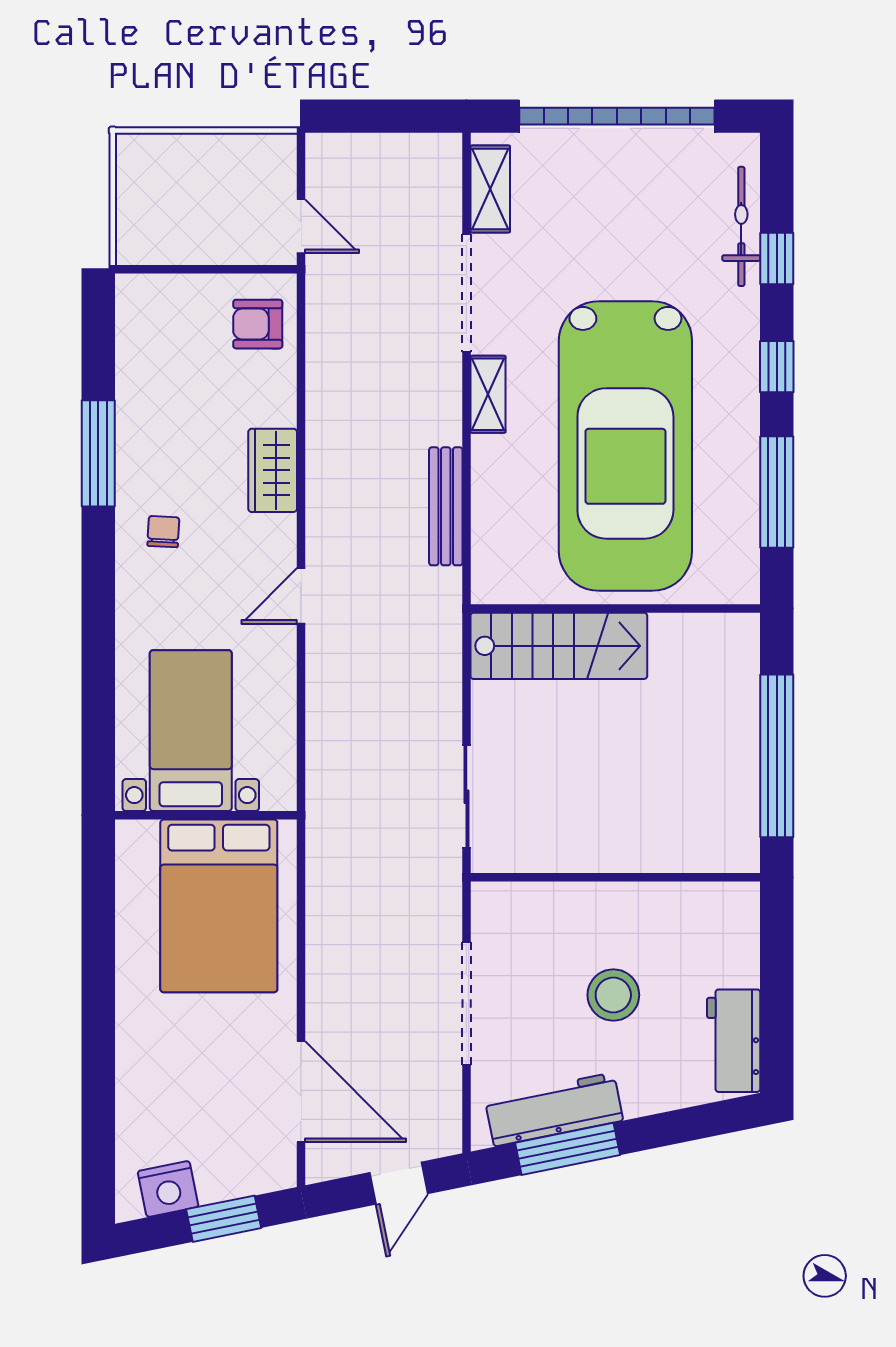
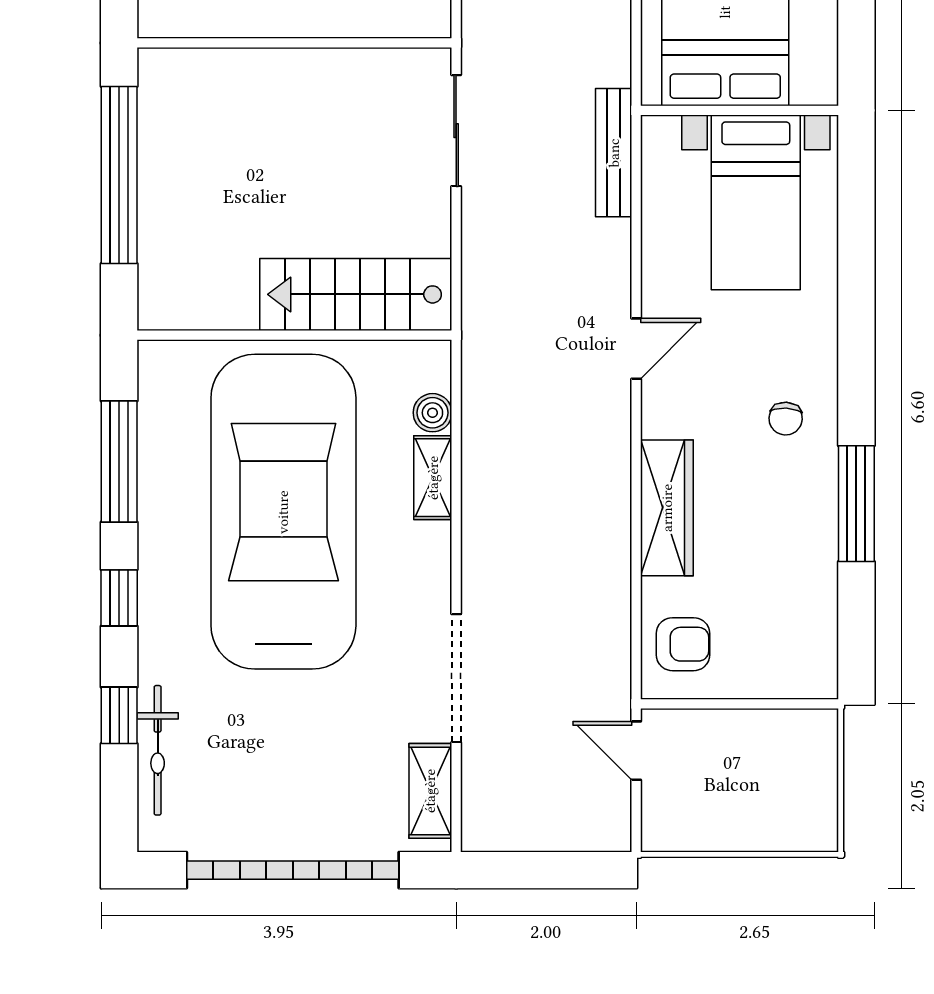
shelving: (488, 394) -> (433, 478), moved
wardrobe: (273, 470) -> (667, 508), width x1.50
bench: (446, 506) -> (614, 153), moved
boiler: (488, 537) -> (432, 413), added

